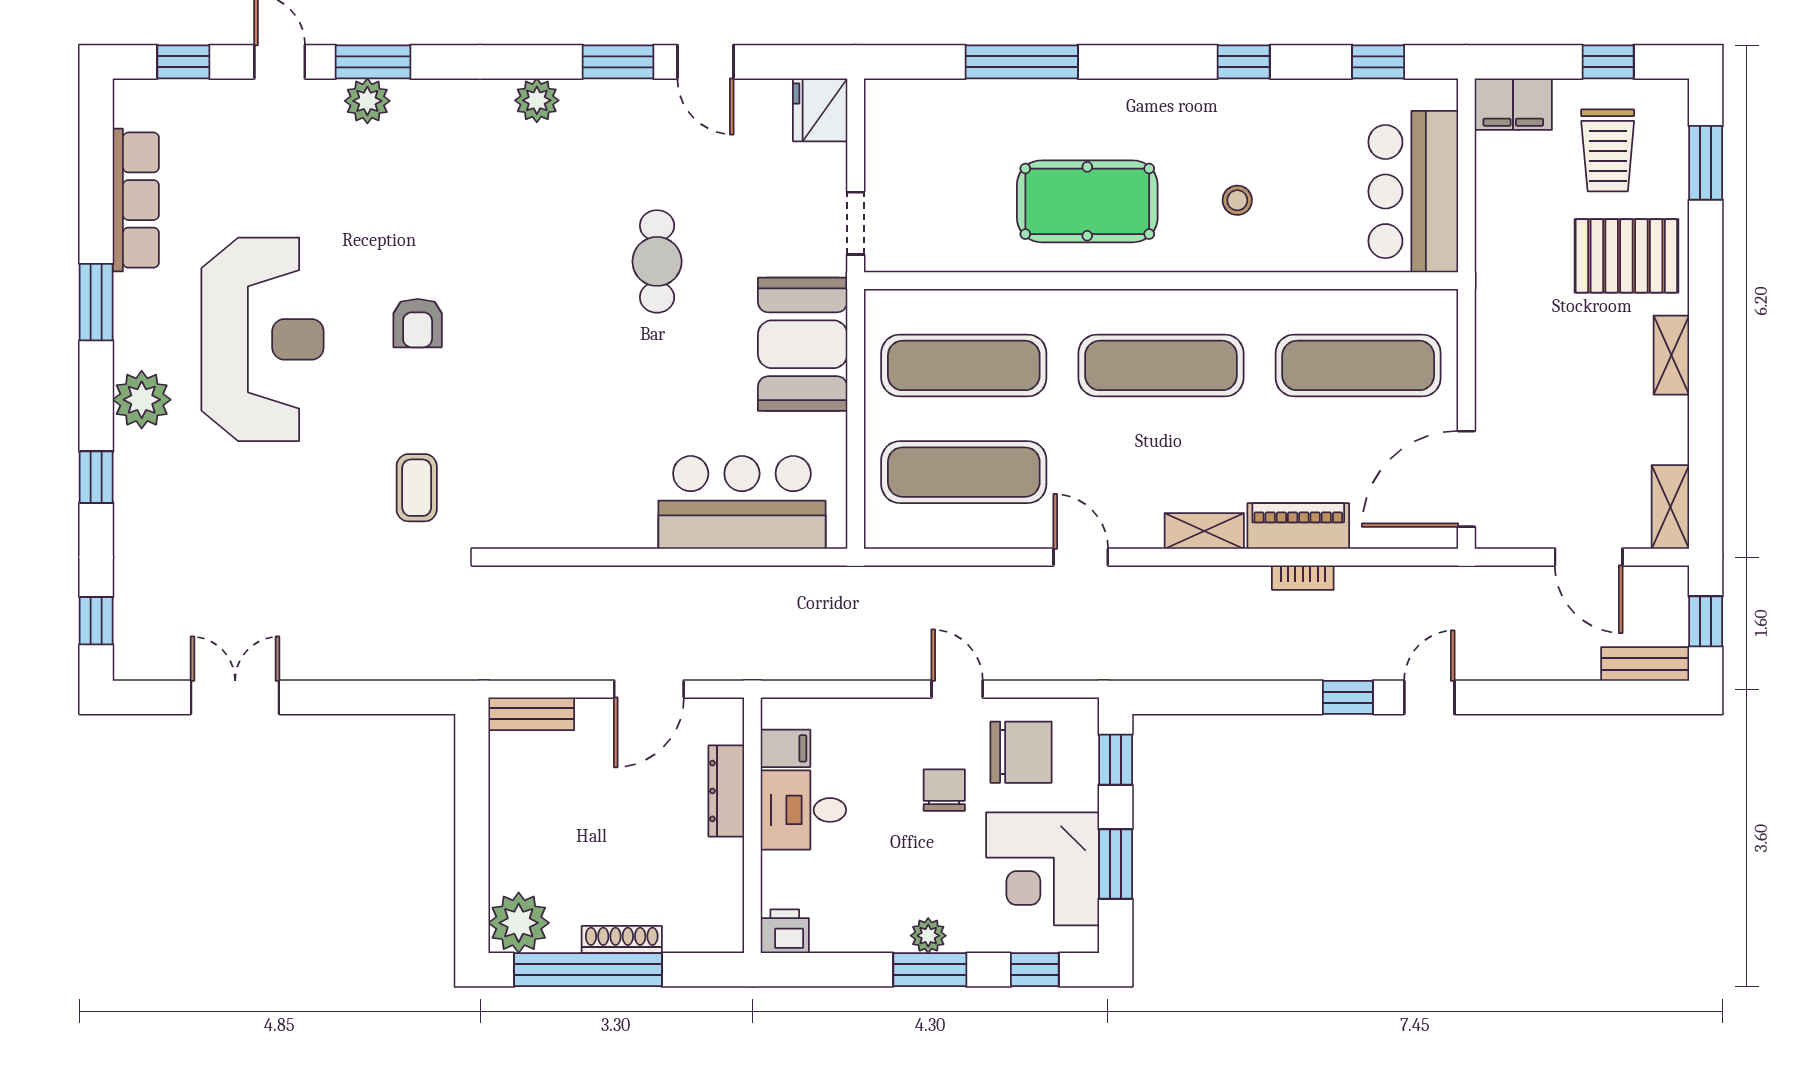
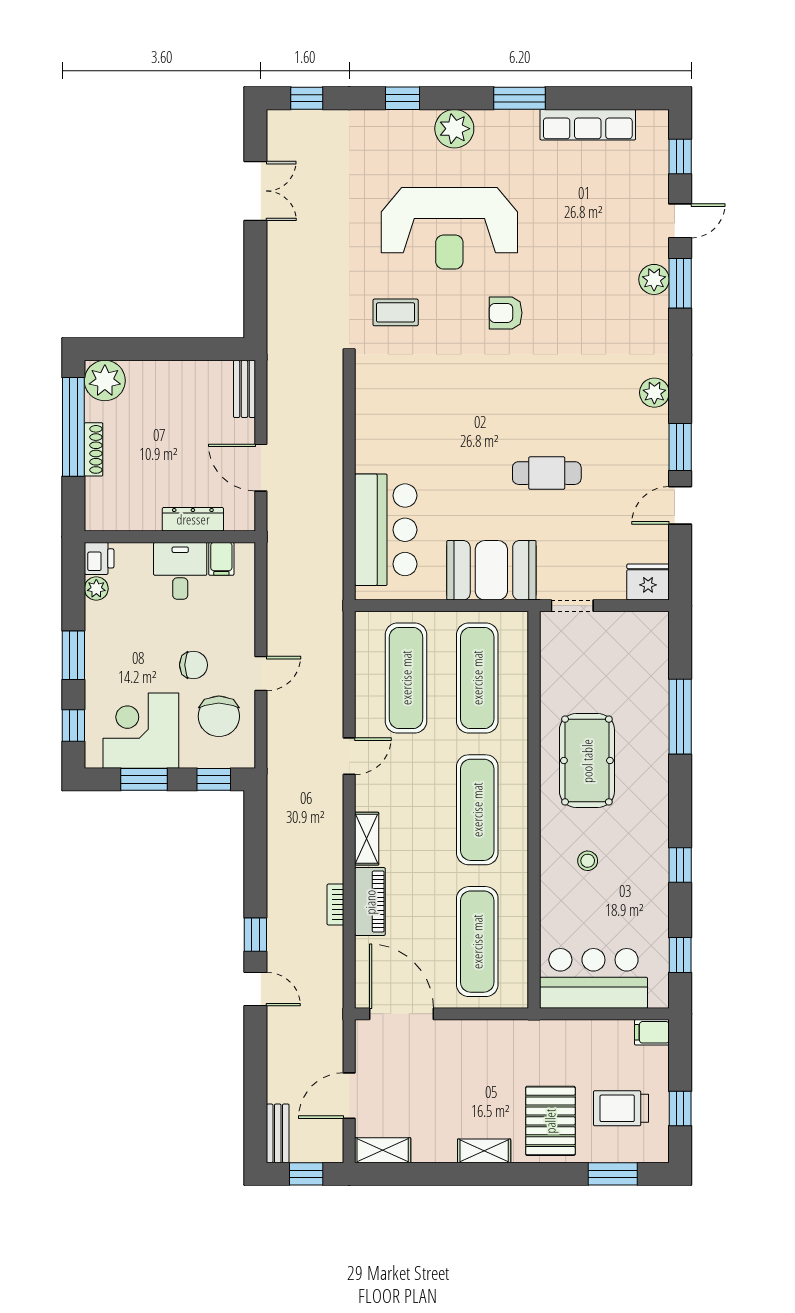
filing cabinet: (1513, 104) -> (652, 1032), width x0.50
reception desk: (262, 339) -> (449, 228), moved
plant: (928, 936) -> (96, 589), moved

